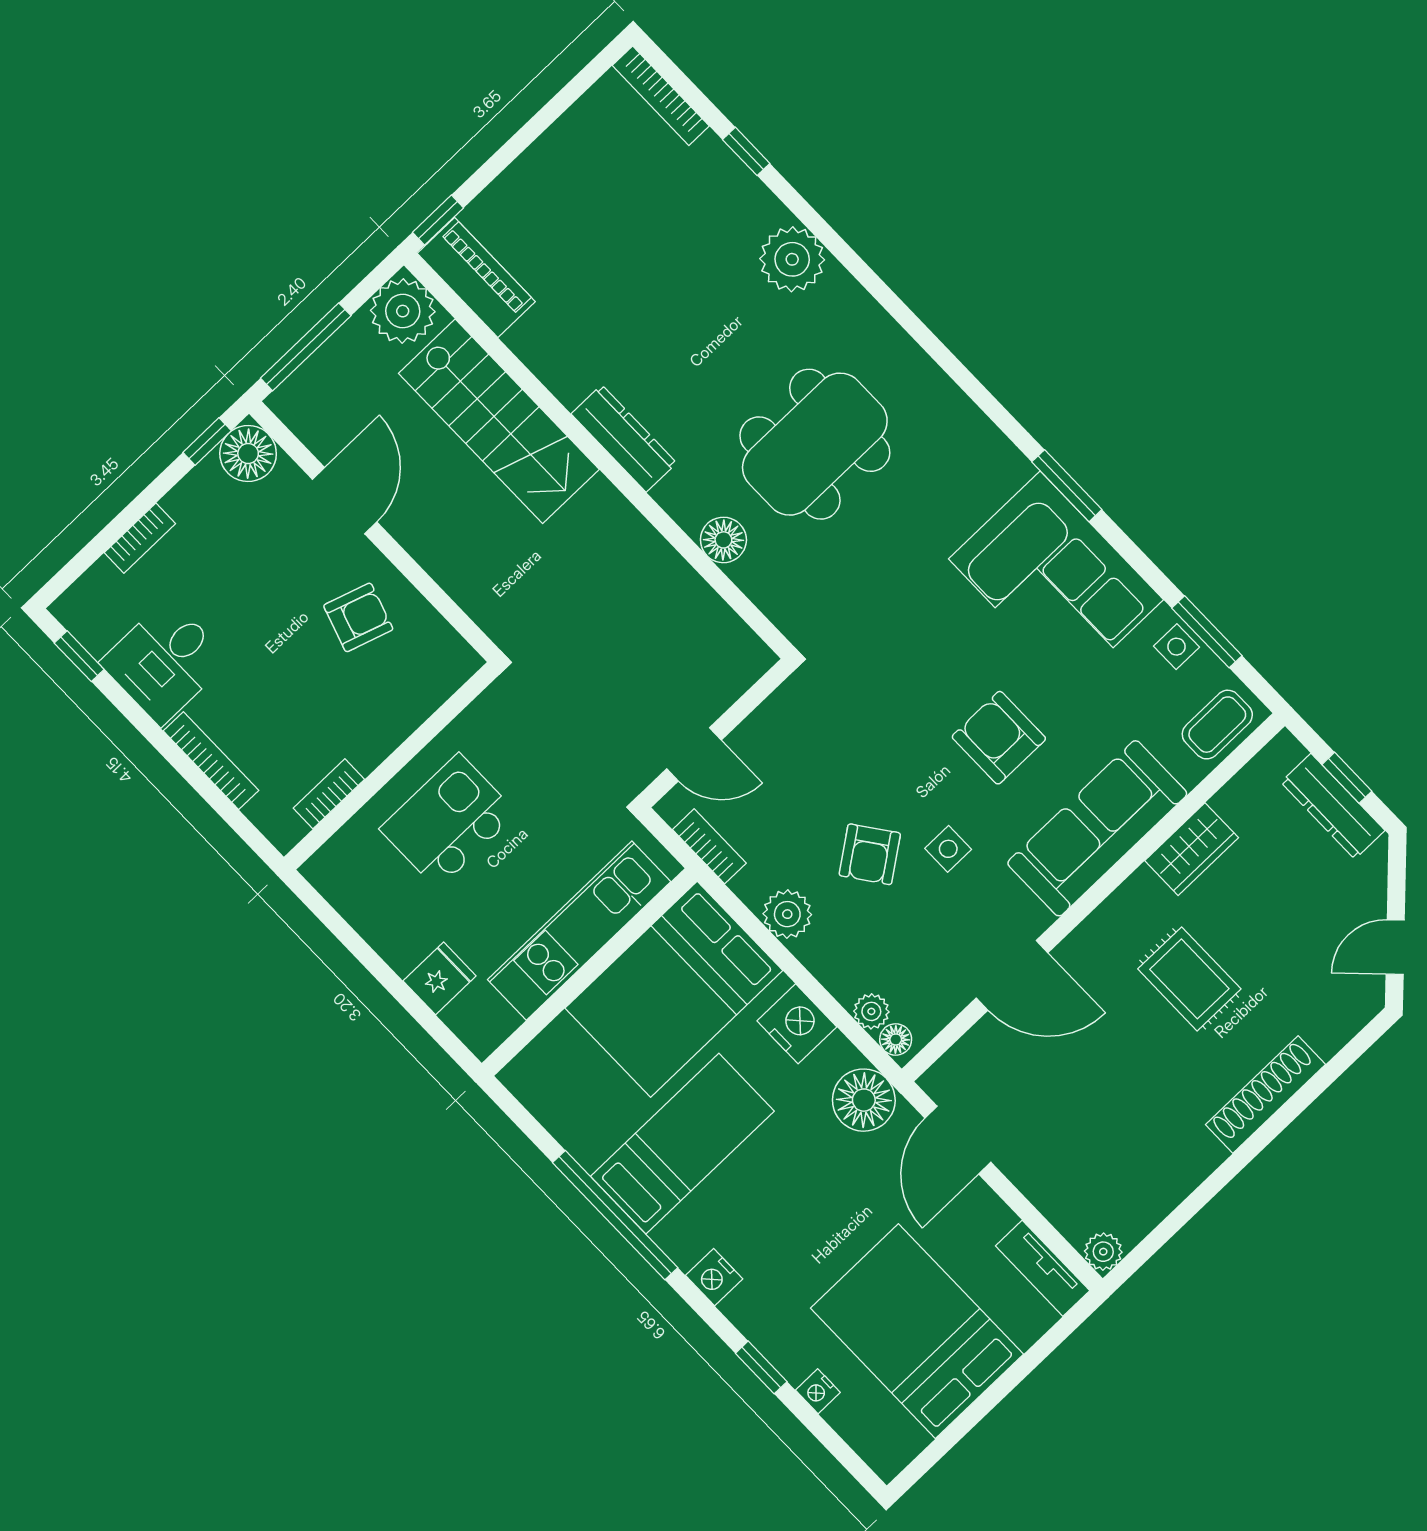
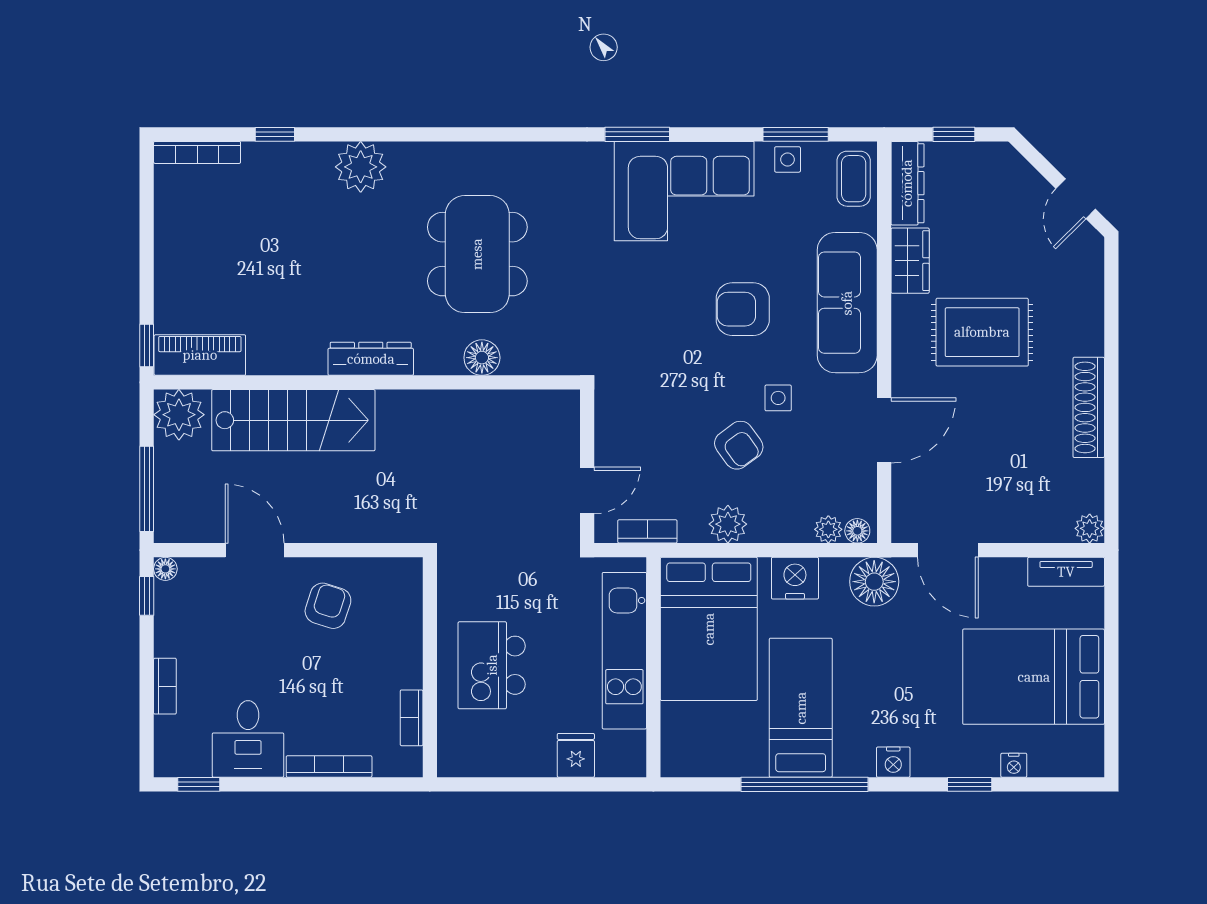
floor lamp: (248, 454) -> (165, 569), width x0.53, depth x0.53
dresser: (1333, 806) -> (907, 183), moved, turned -90
rug: (1189, 979) -> (982, 332), width x1.36, depth x1.43
shoe rack: (1266, 1095) -> (1089, 407), moved

